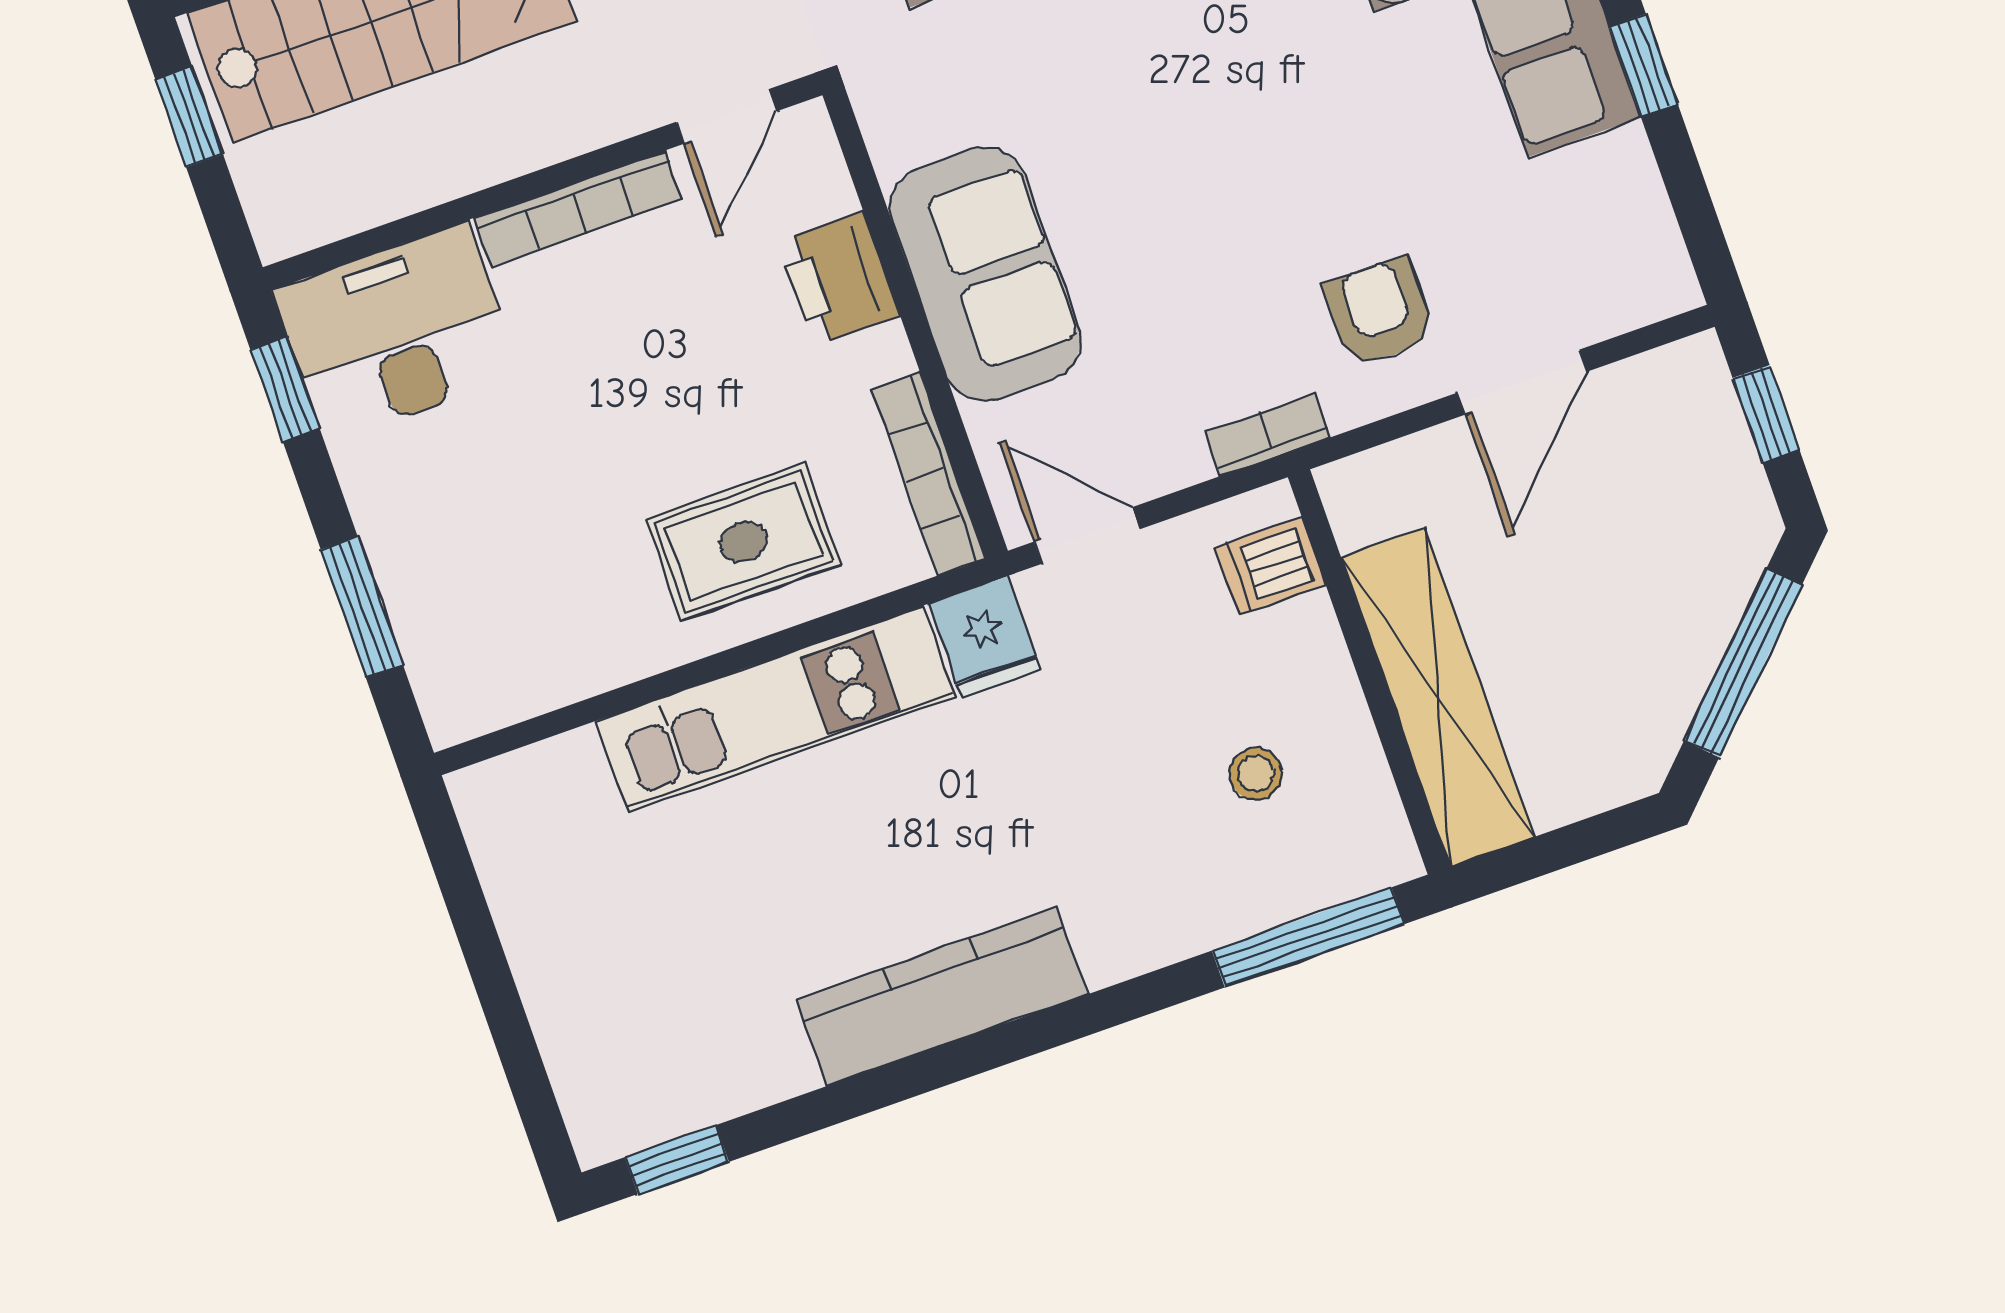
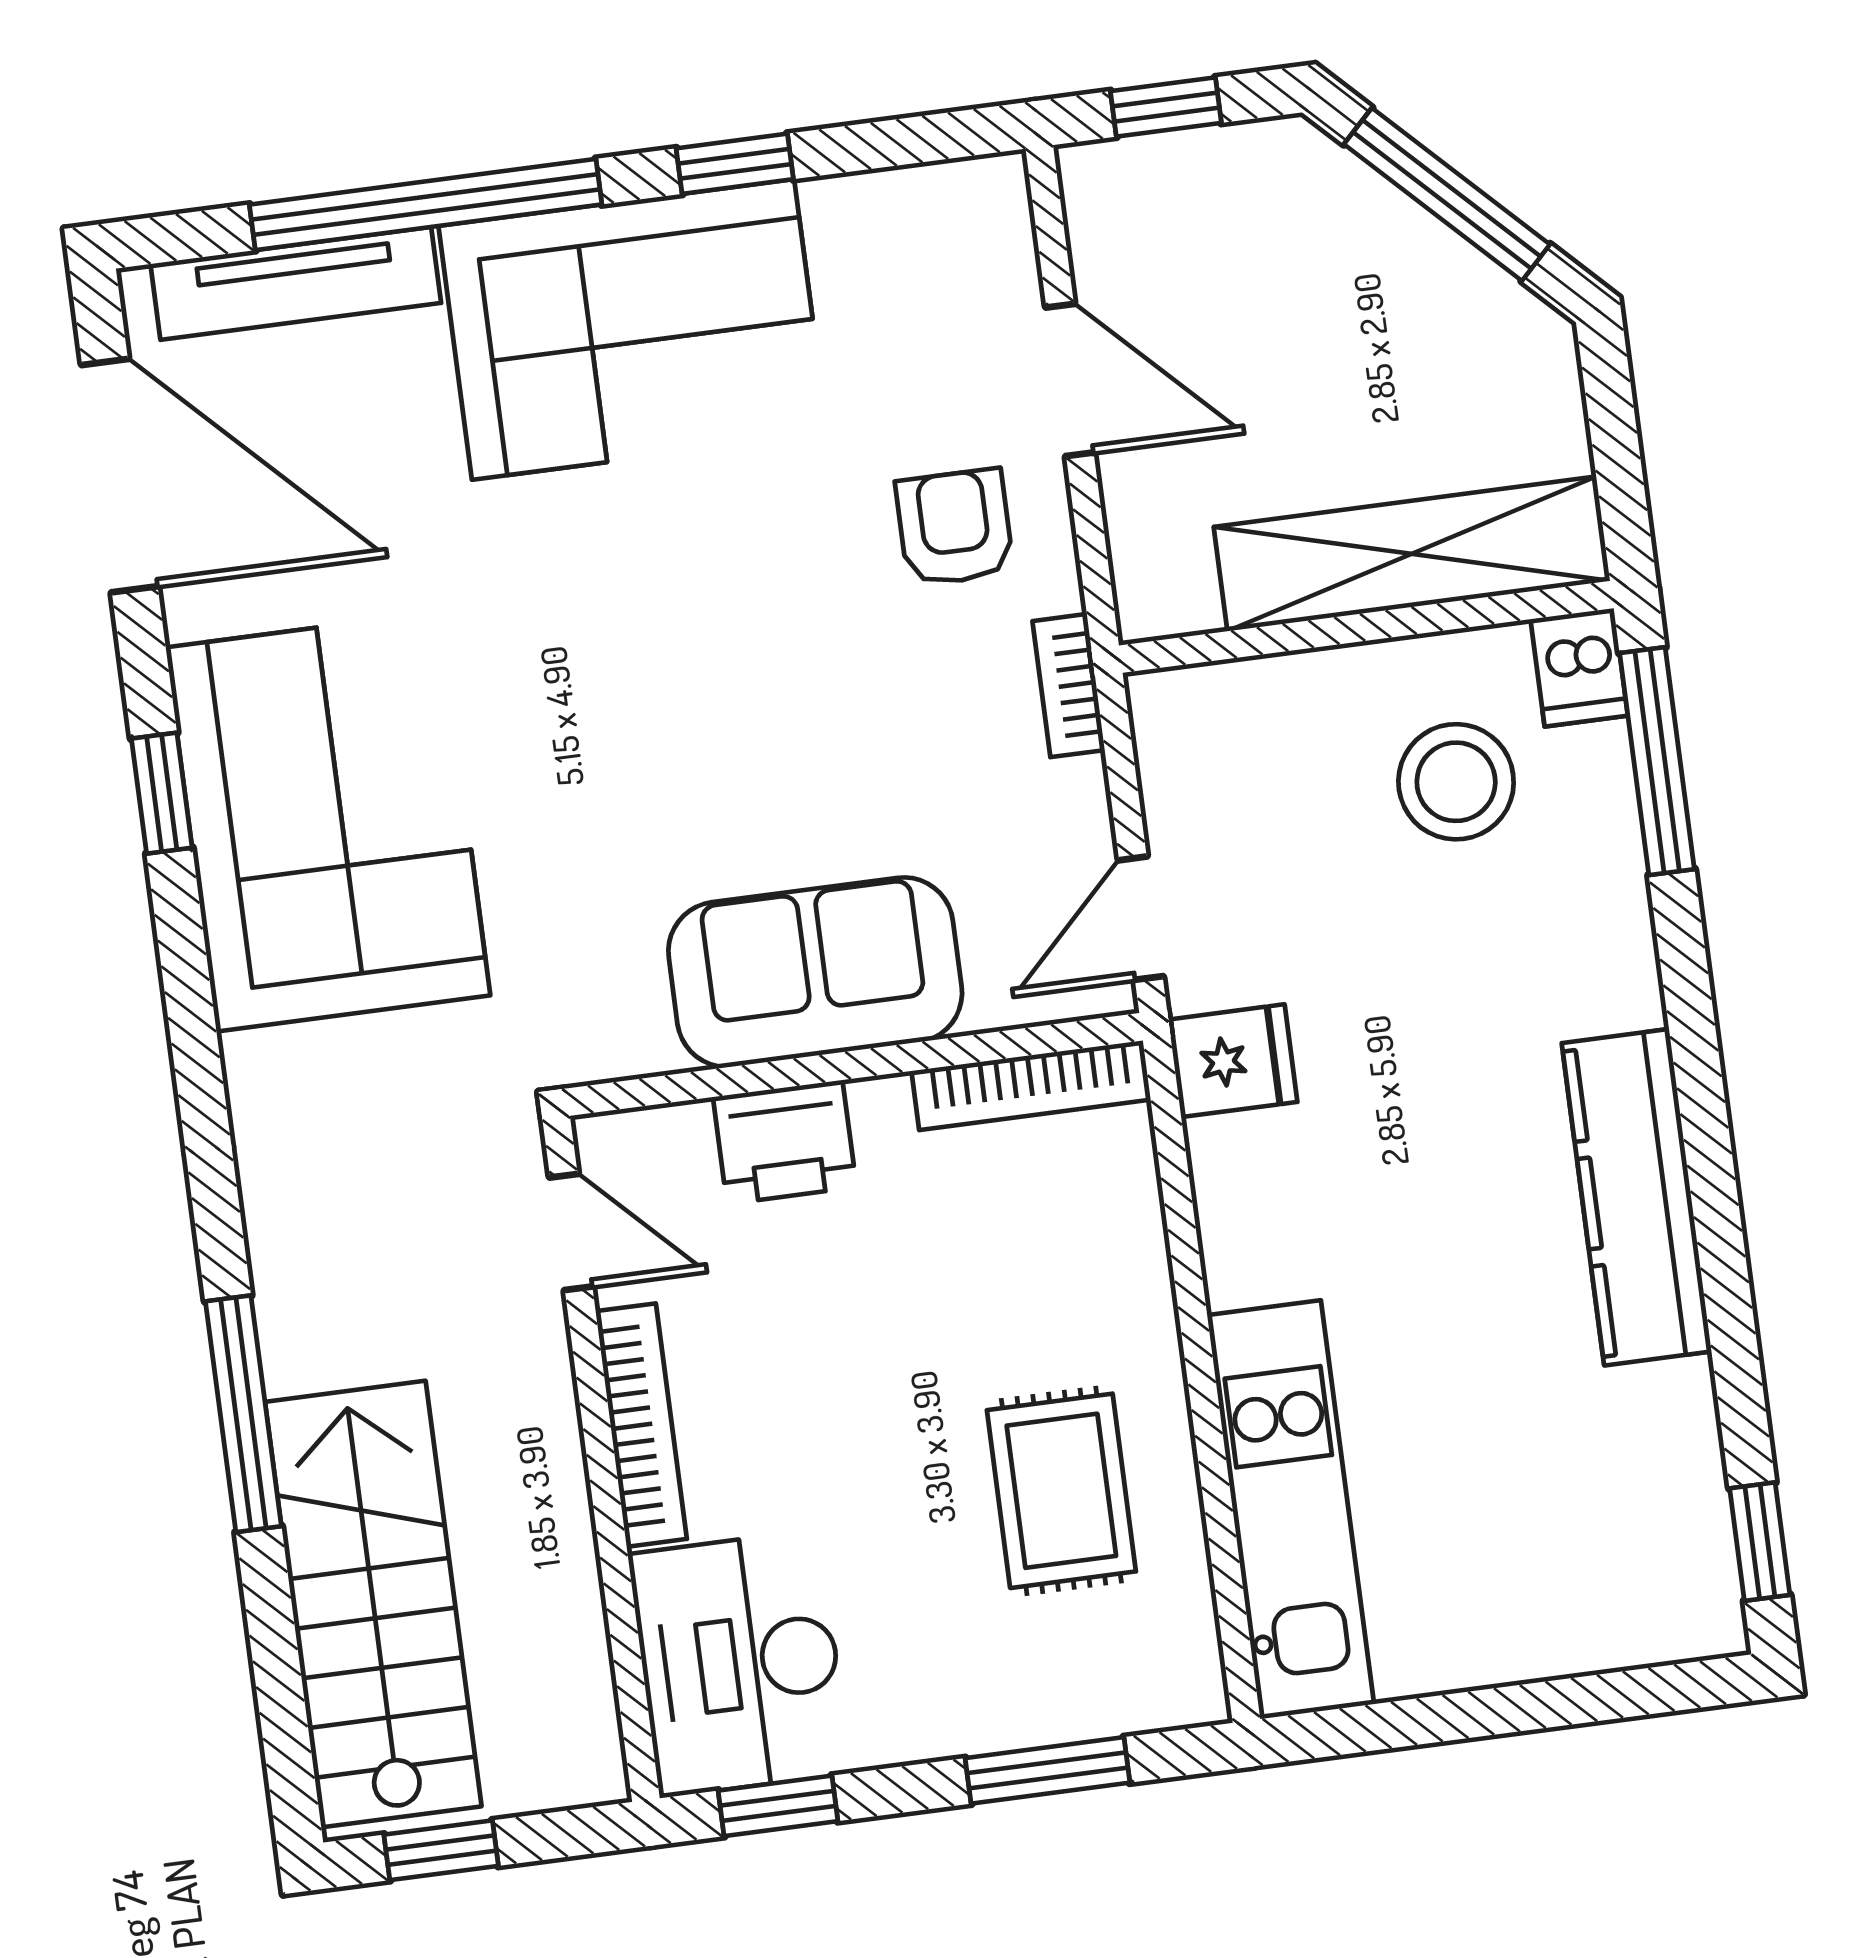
armchair: (1379, 312) -> (955, 527), turned 90
rug: (743, 542) -> (1061, 1491), moved
dishwasher: (1270, 566) -> (1579, 667), moved
kitchen unit: (775, 709) -> (1291, 1510), moved
stool: (1256, 774) -> (1456, 782), width x1.89, depth x1.89

